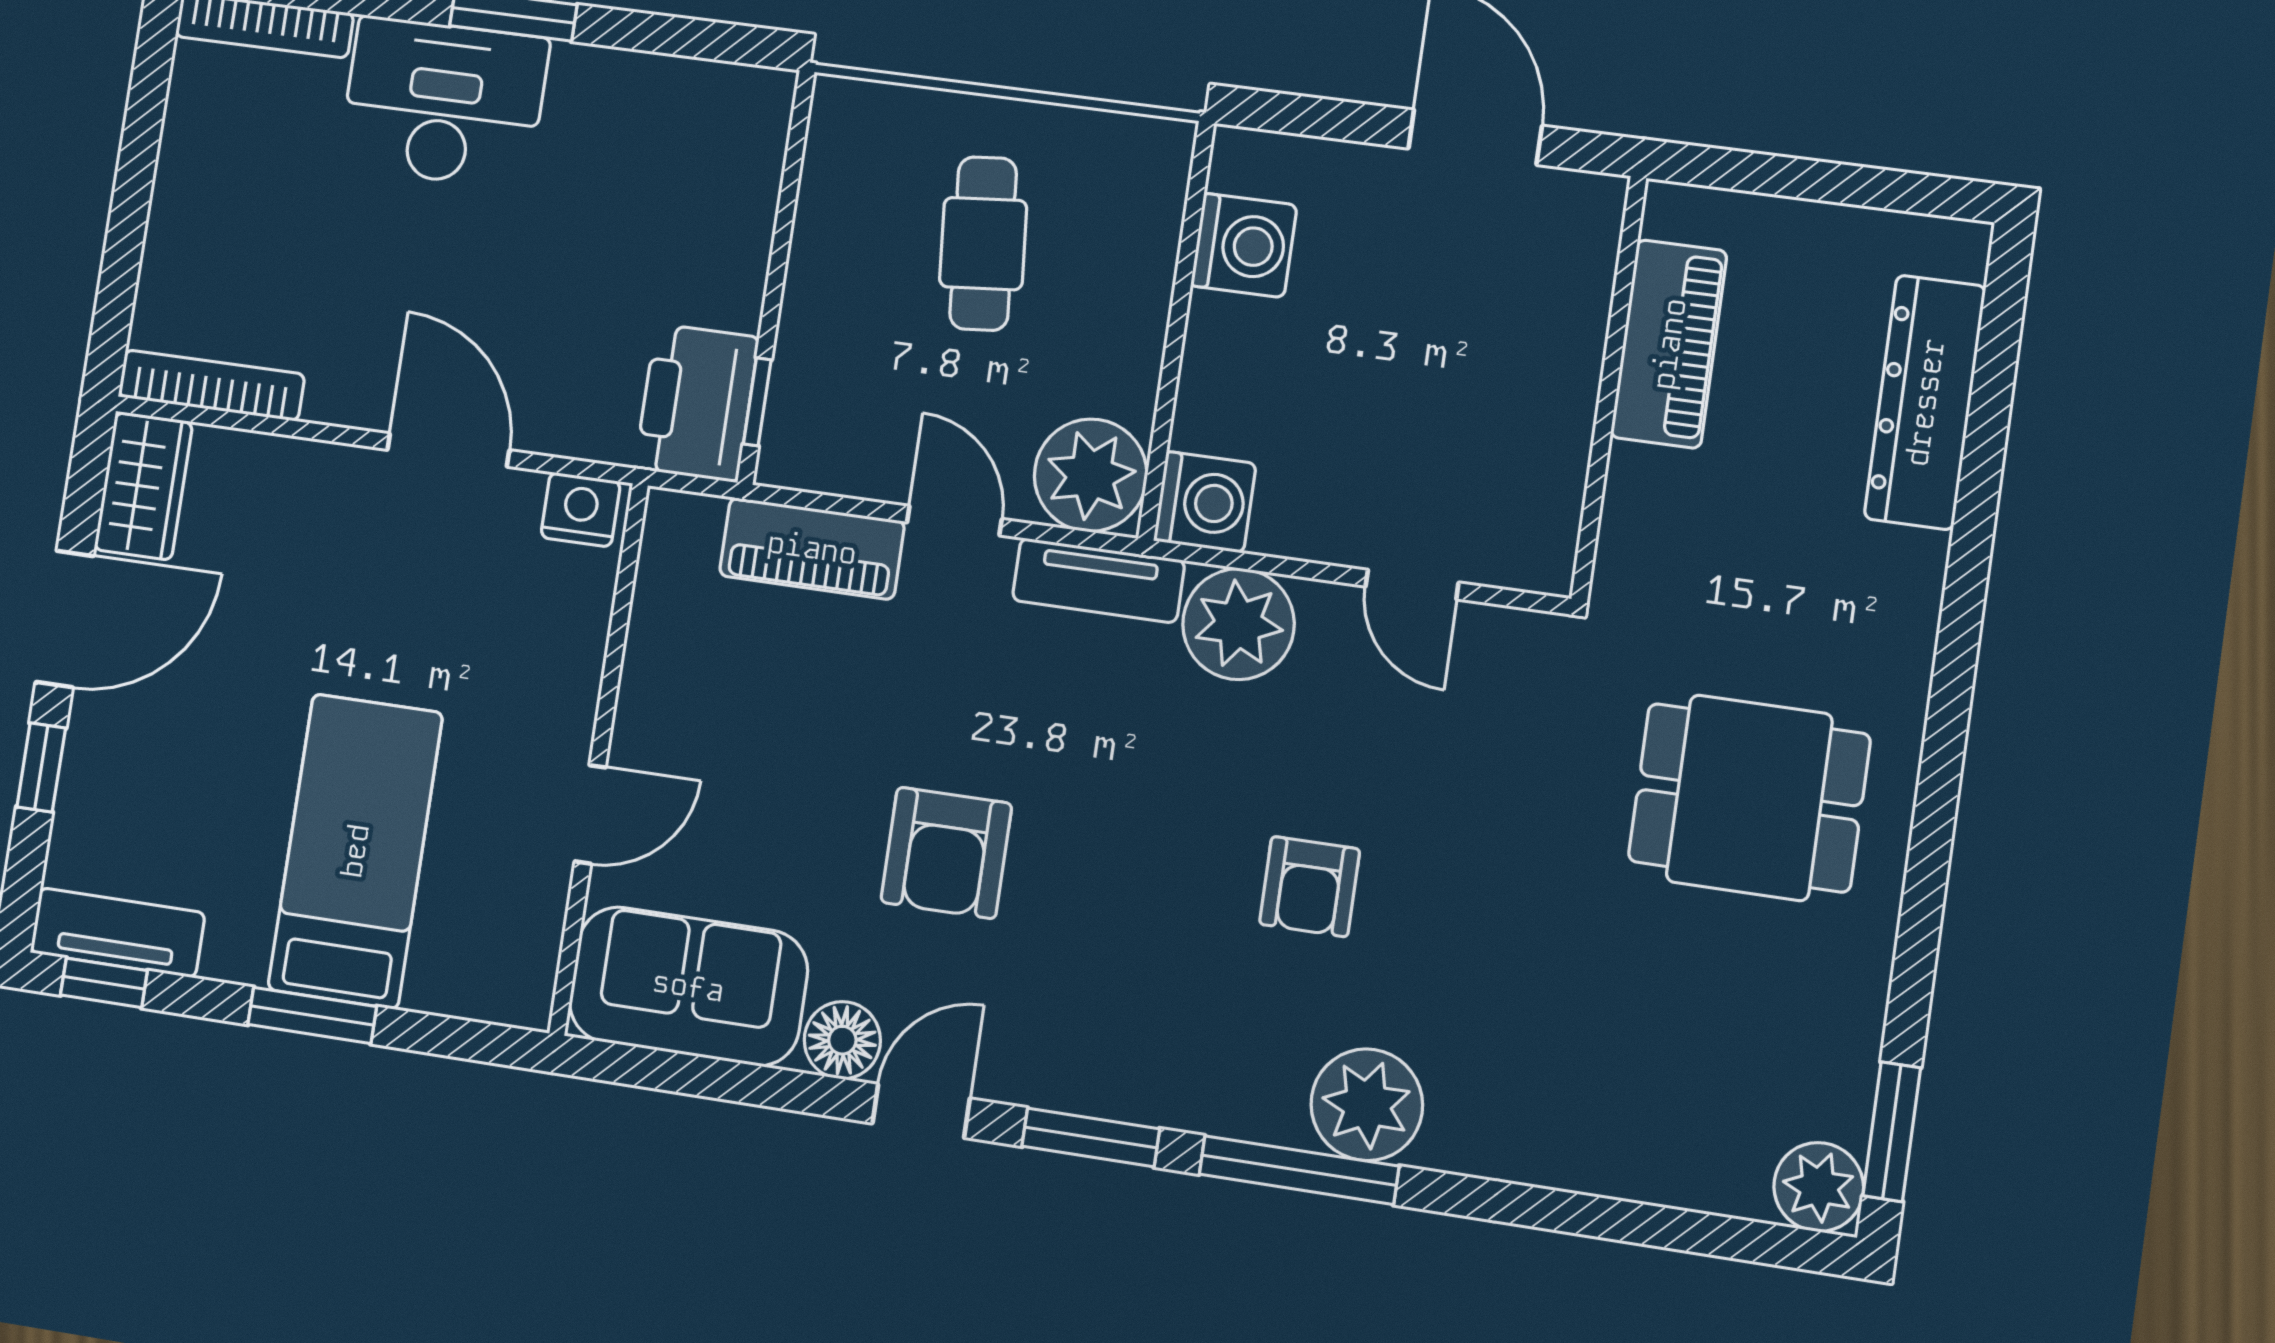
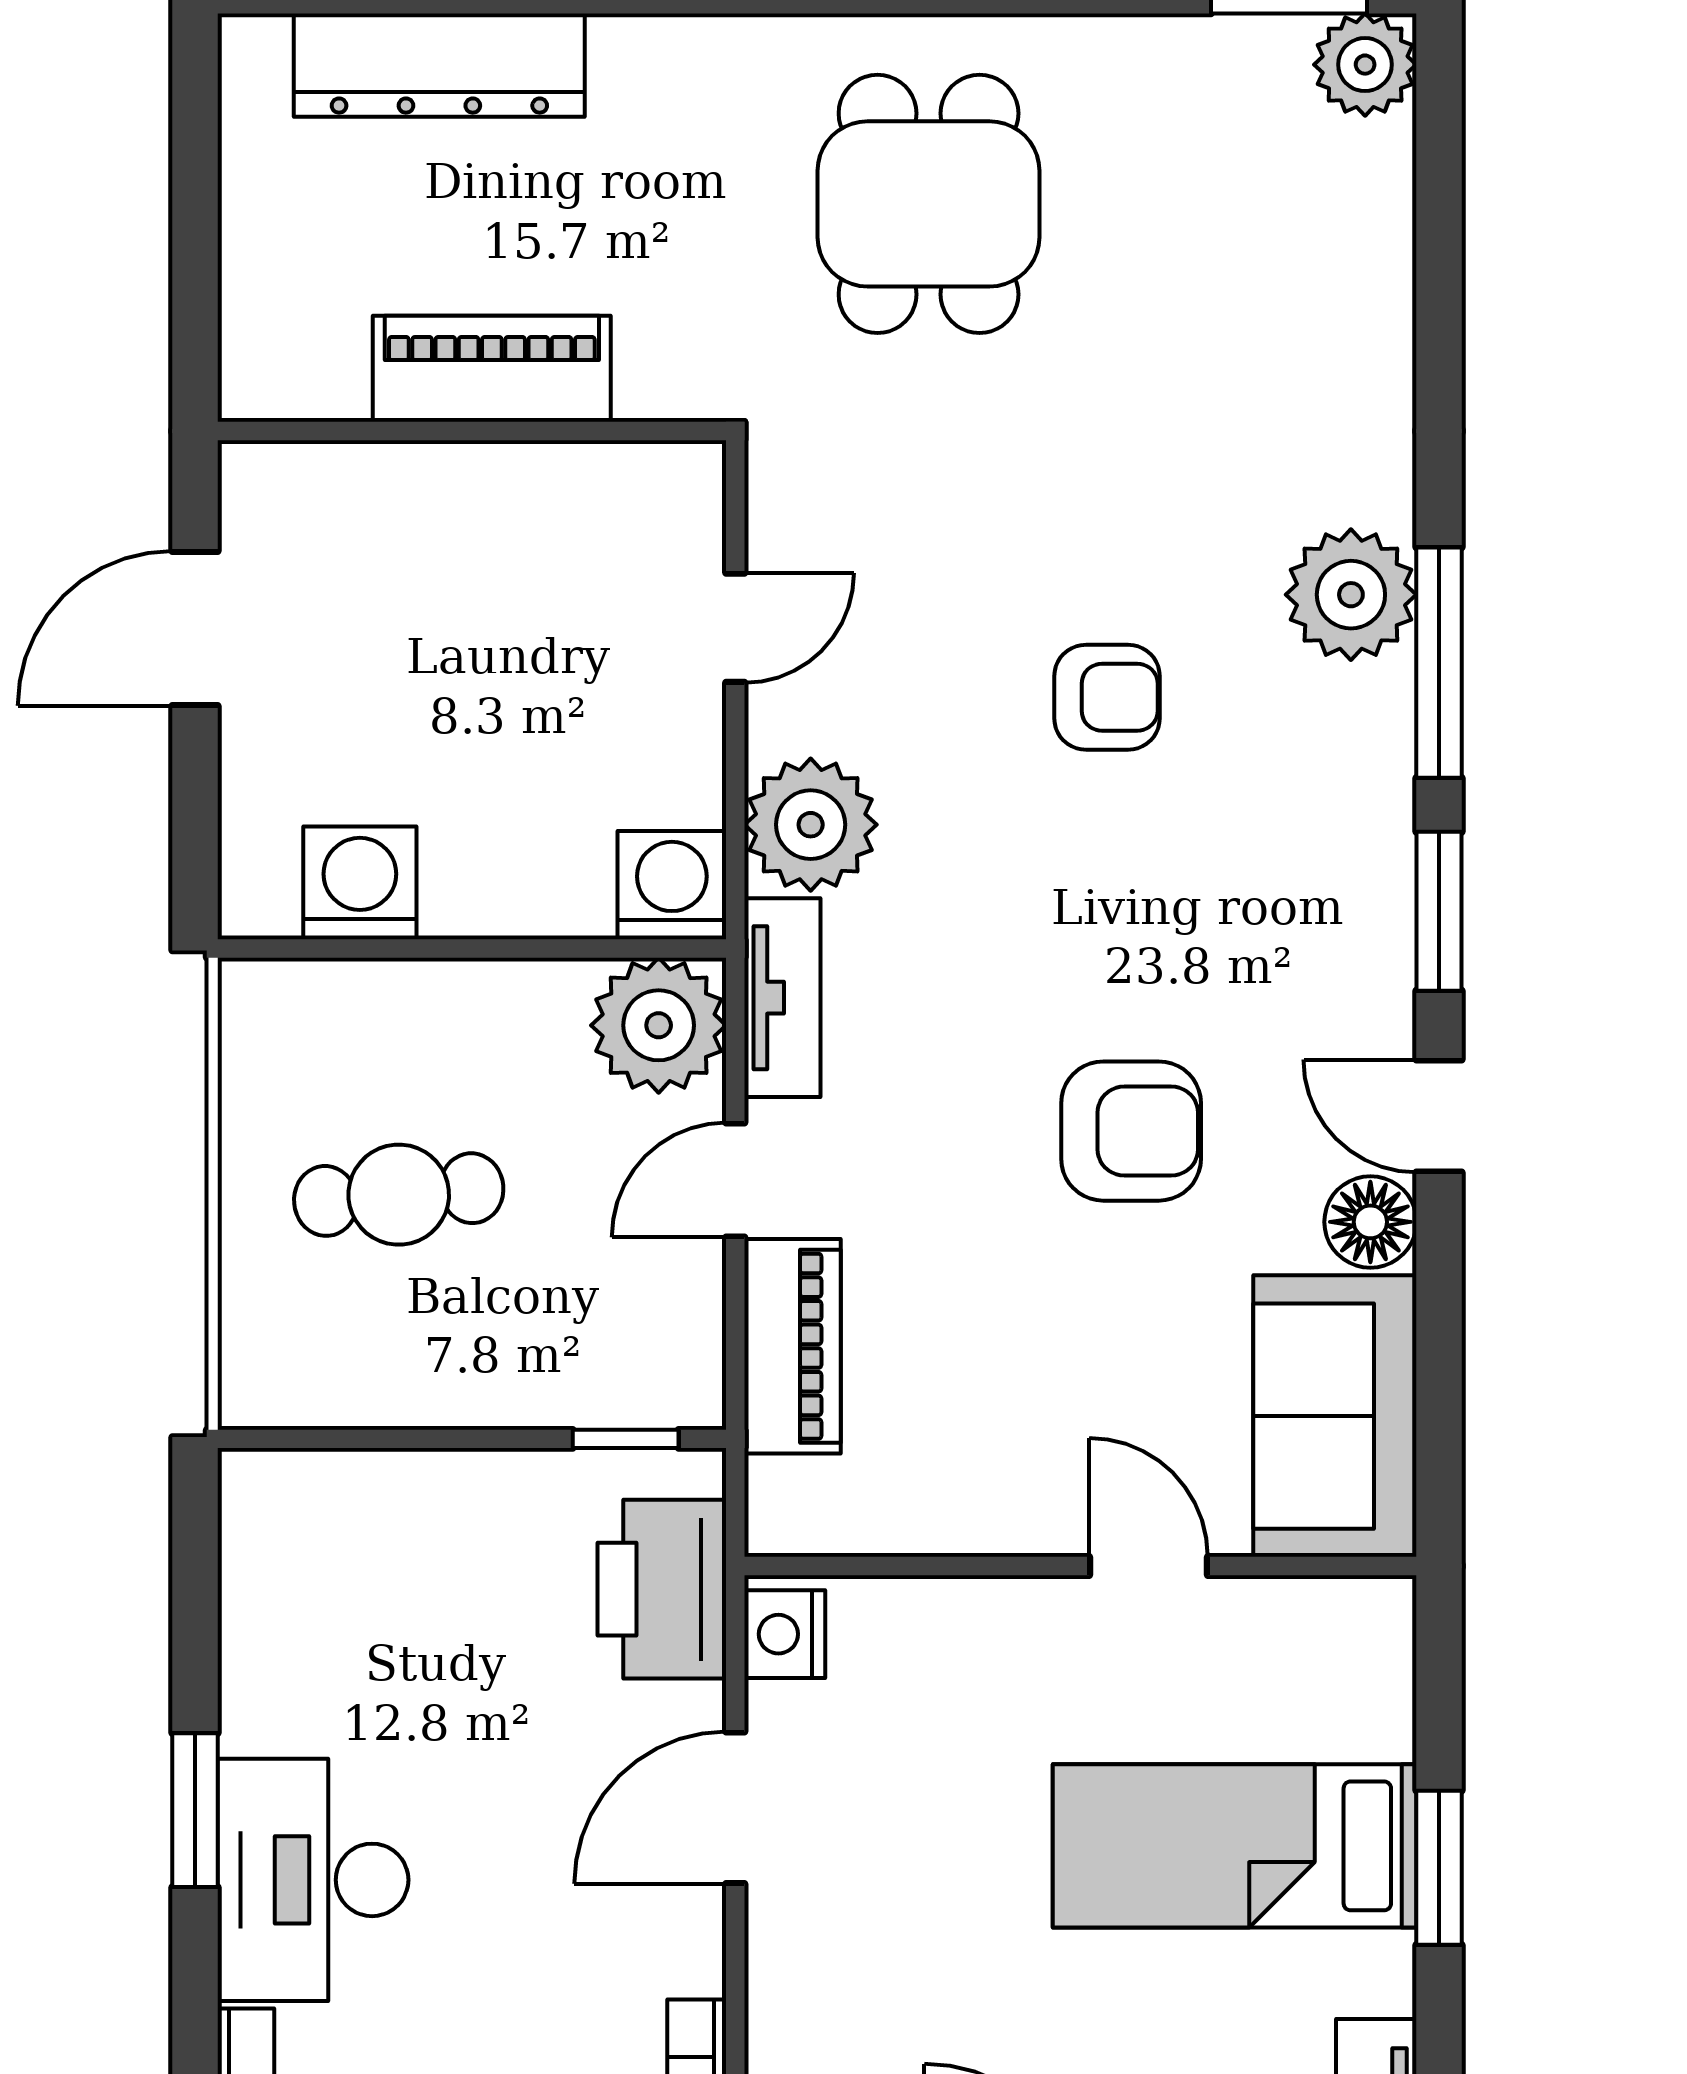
piano: (1669, 344) -> (492, 369), moved
printer: (697, 403) -> (662, 1589), moved, turned 90

